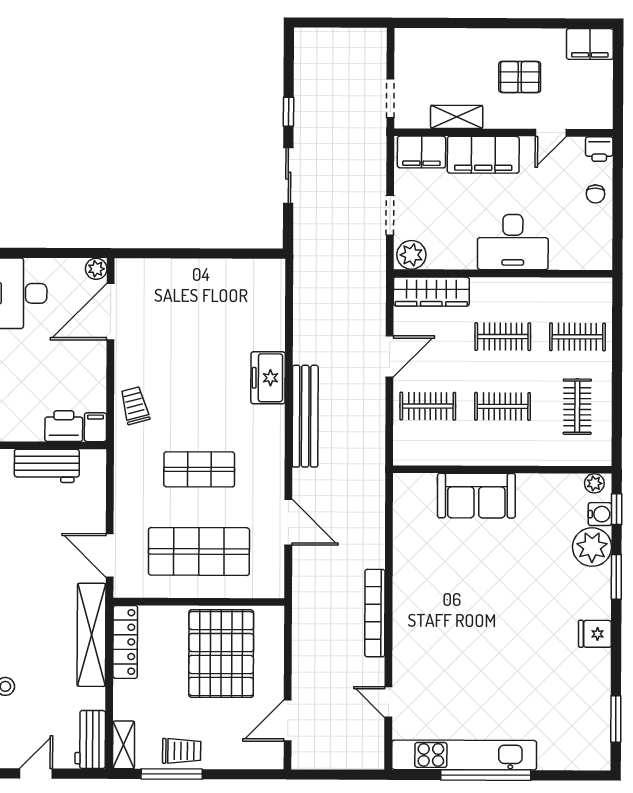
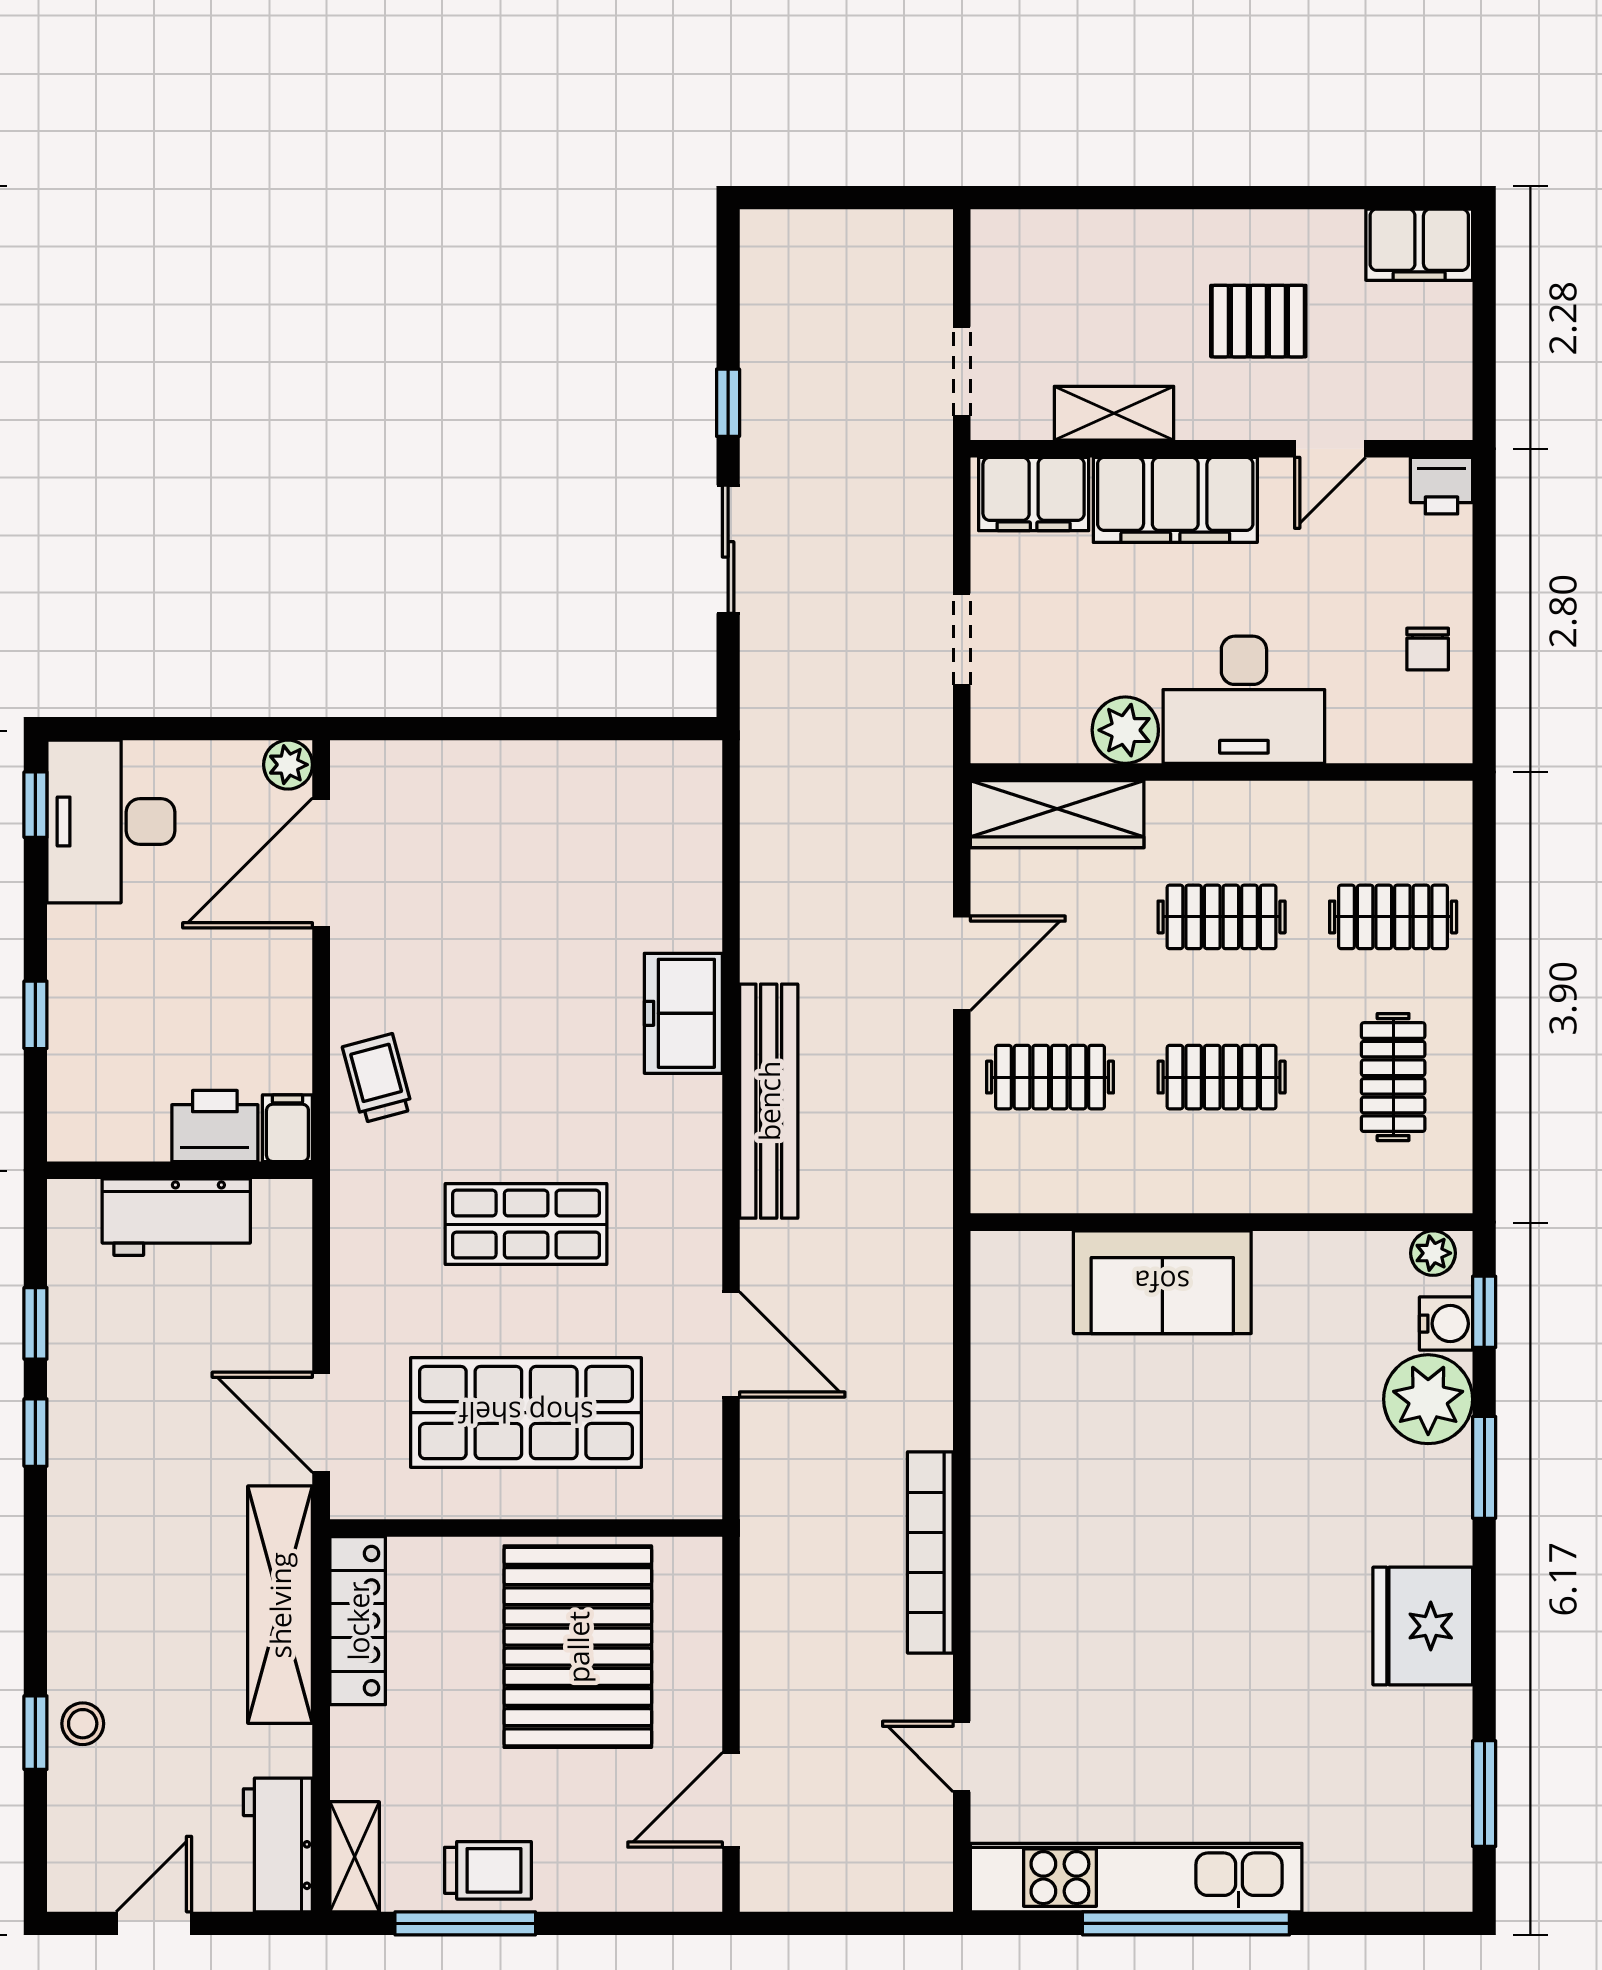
chair: (595, 194) -> (1428, 649), moved
plant: (411, 255) -> (1125, 730), moved
fridge: (595, 634) -> (1423, 1626), width x1.88, depth x1.34

